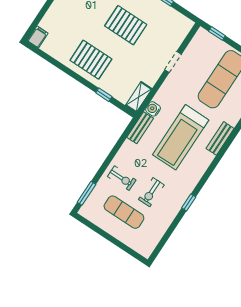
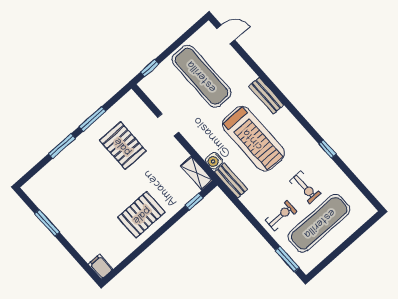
pallet: (126, 25) -> (123, 146), moved, turned 90
window: (104, 95) -> (194, 202), moved
exercise mat: (124, 212) -> (319, 223), width x1.36, depth x1.45

